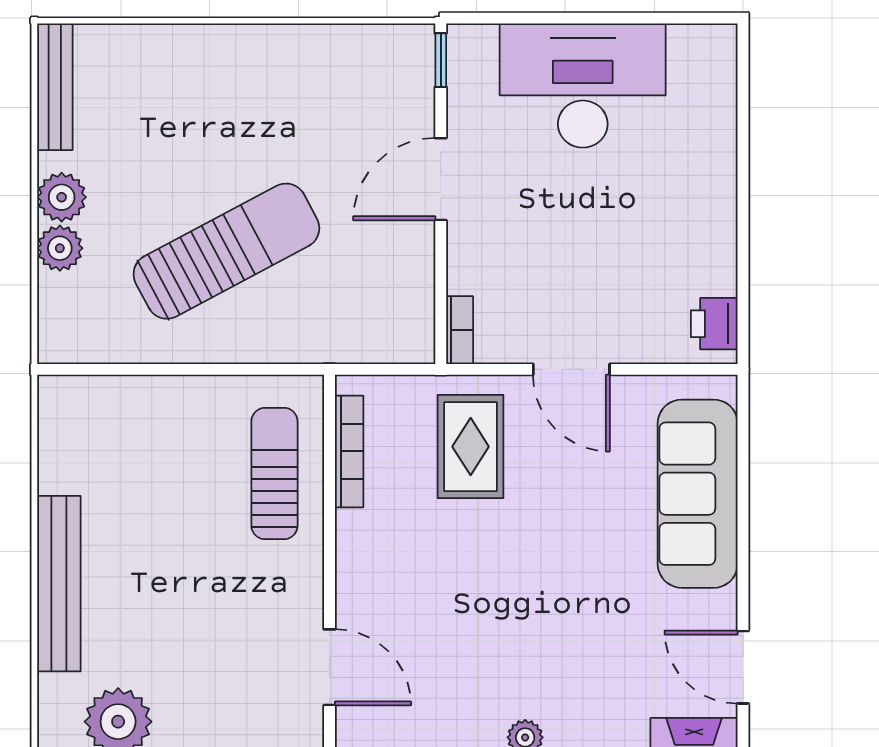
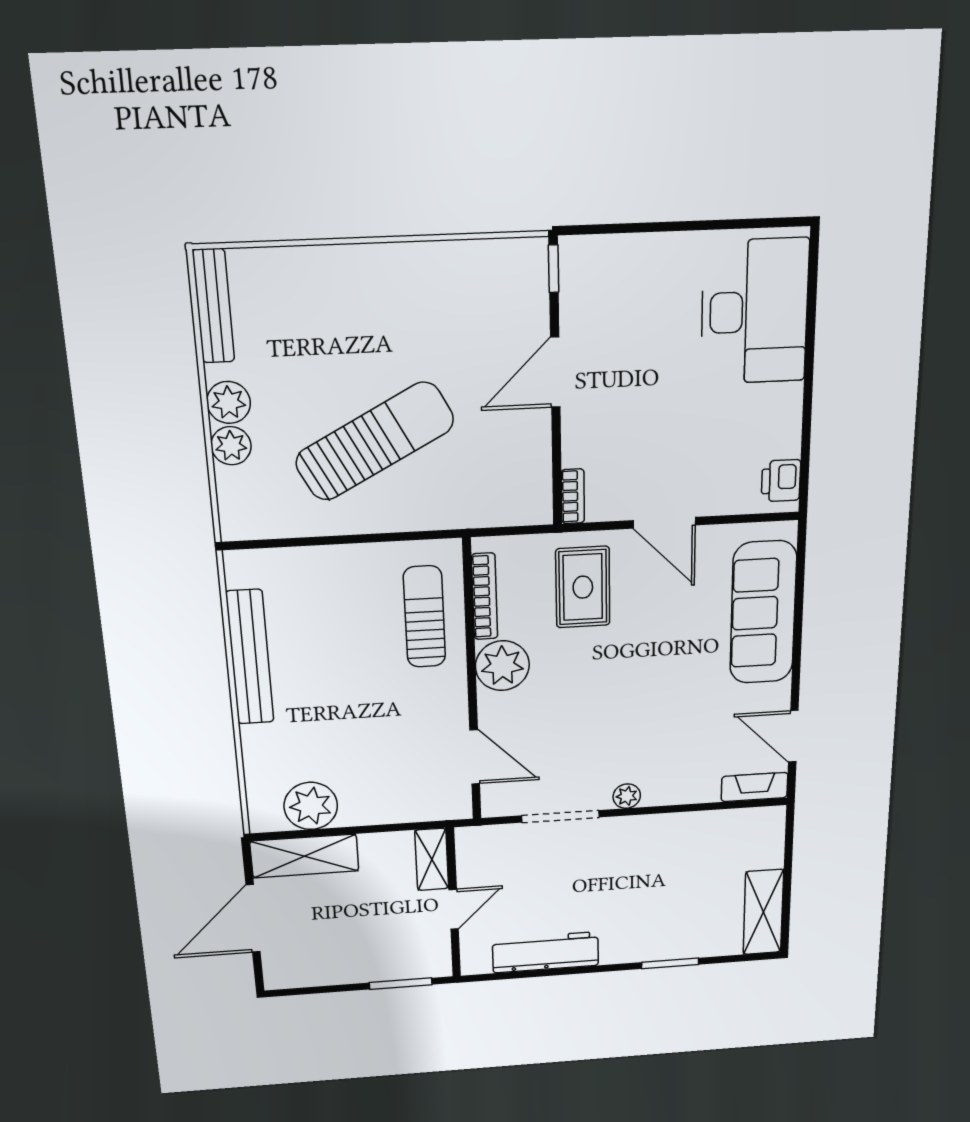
desk: (583, 86) -> (755, 312), moved, turned 90
plant: (368, 544) -> (502, 666), added
bench: (59, 584) -> (250, 657), moved

